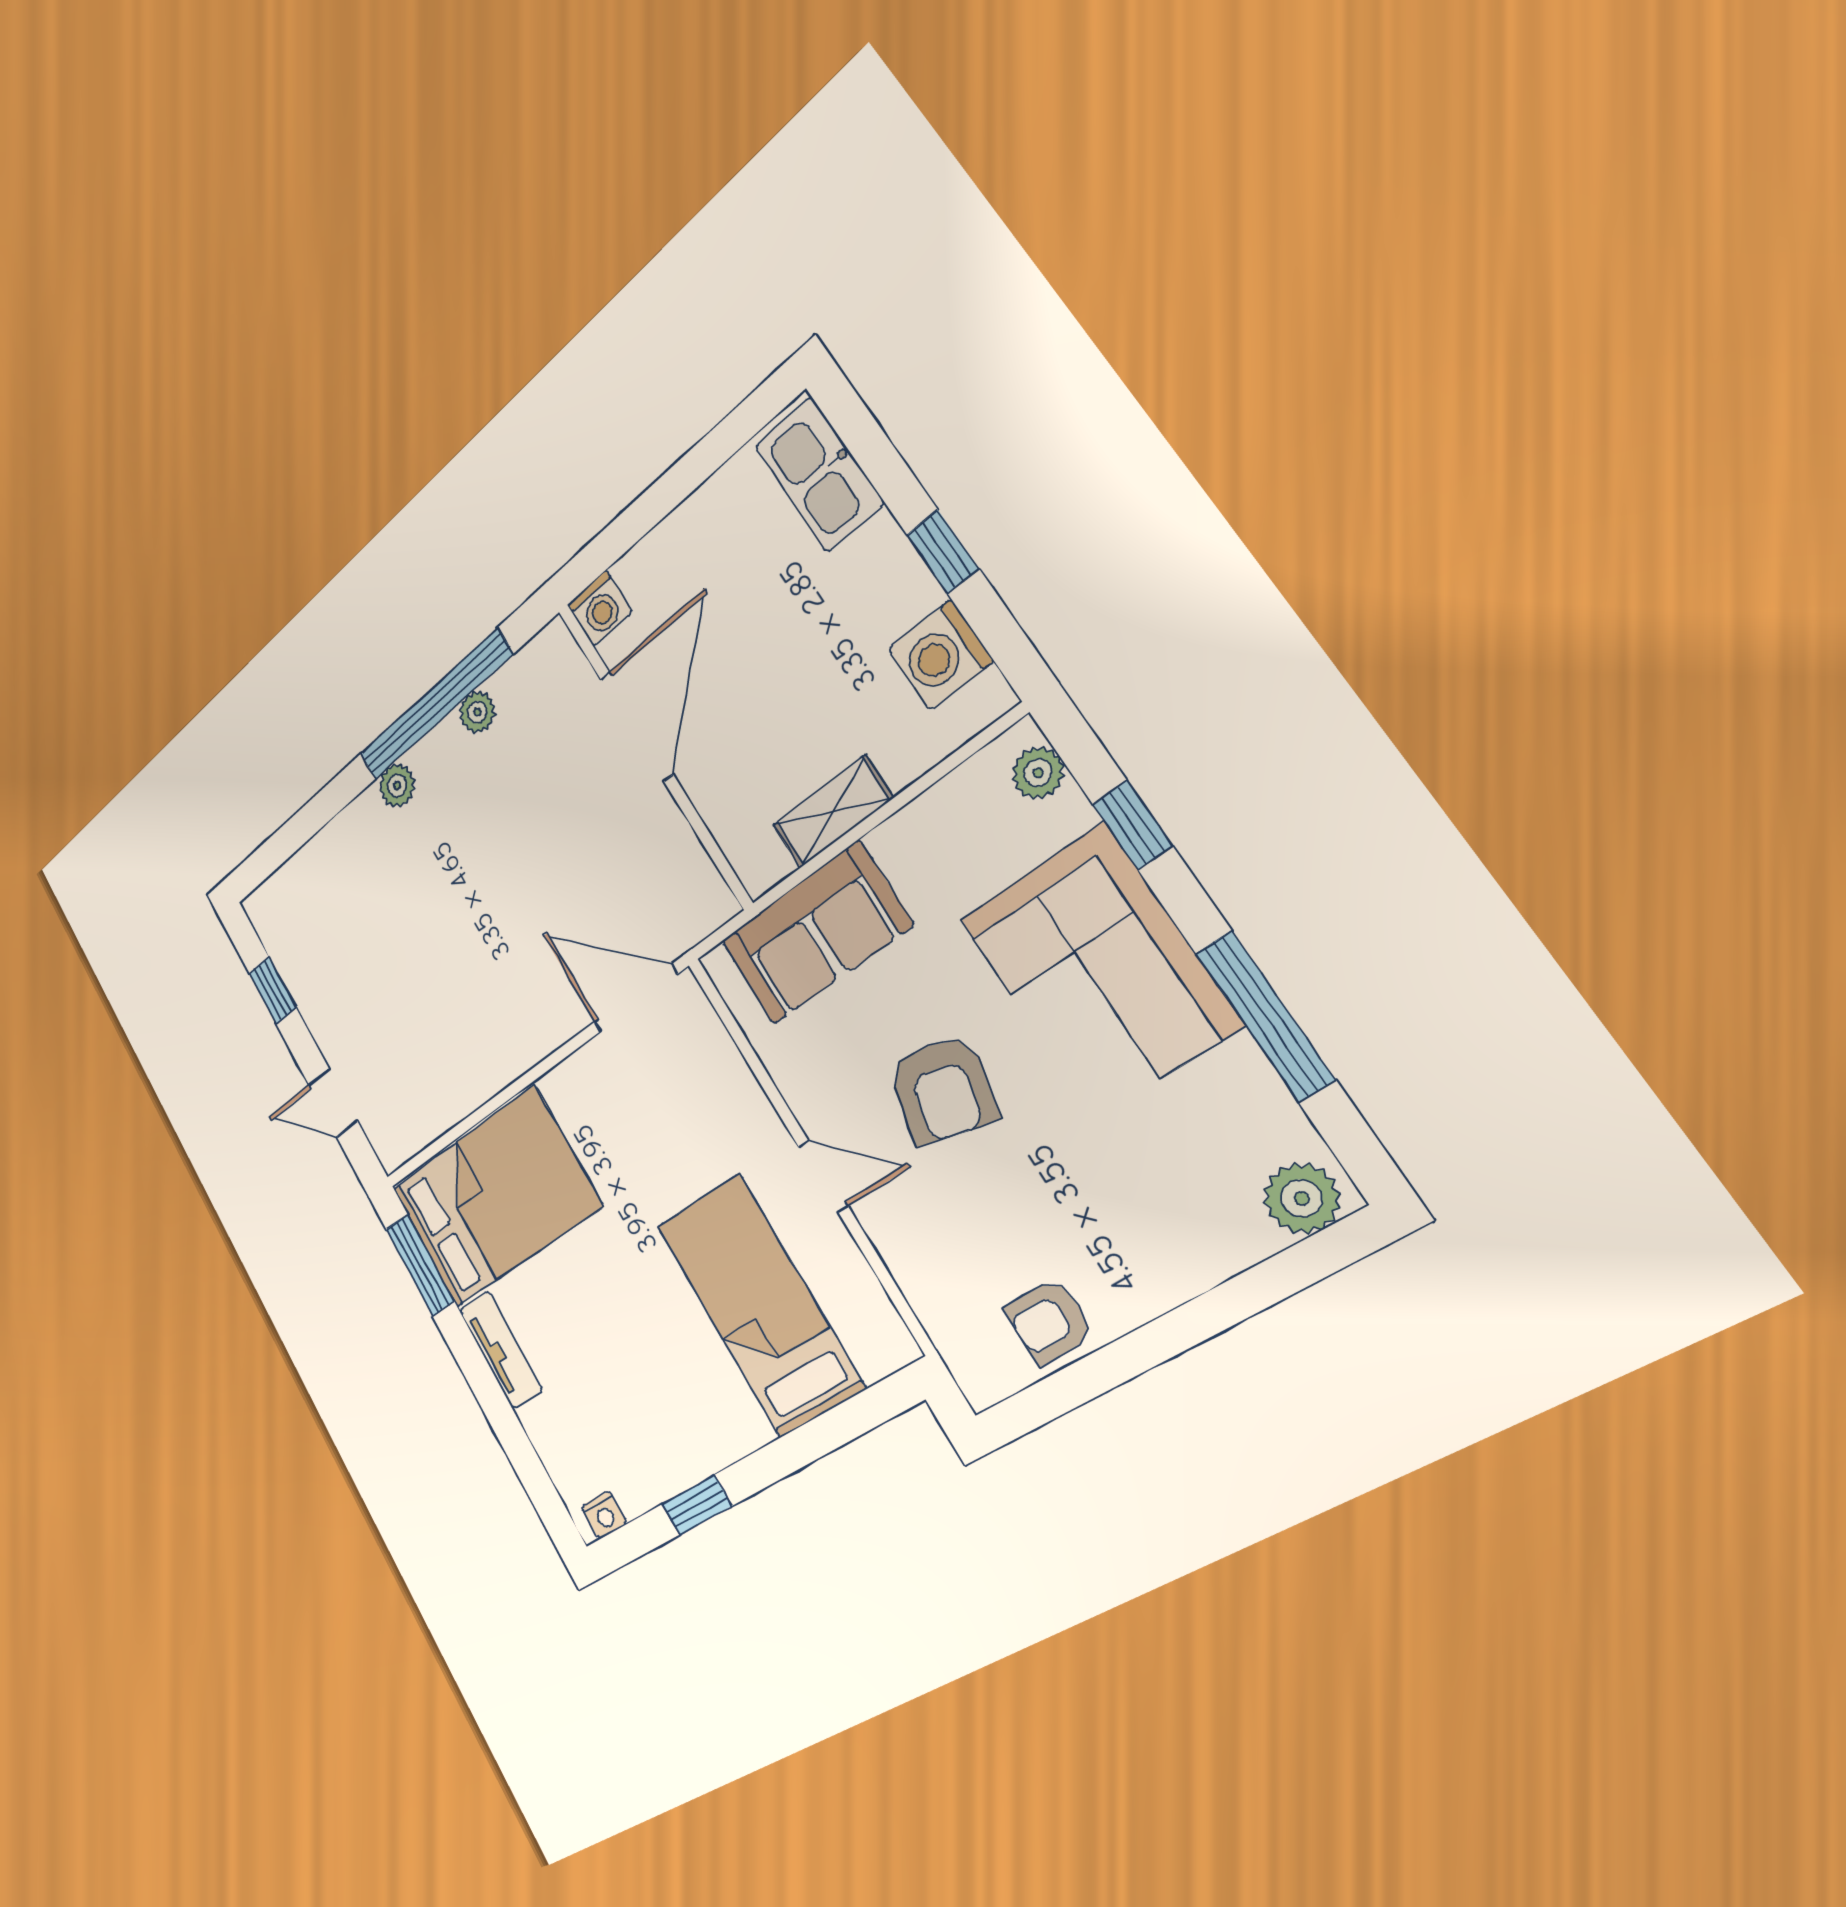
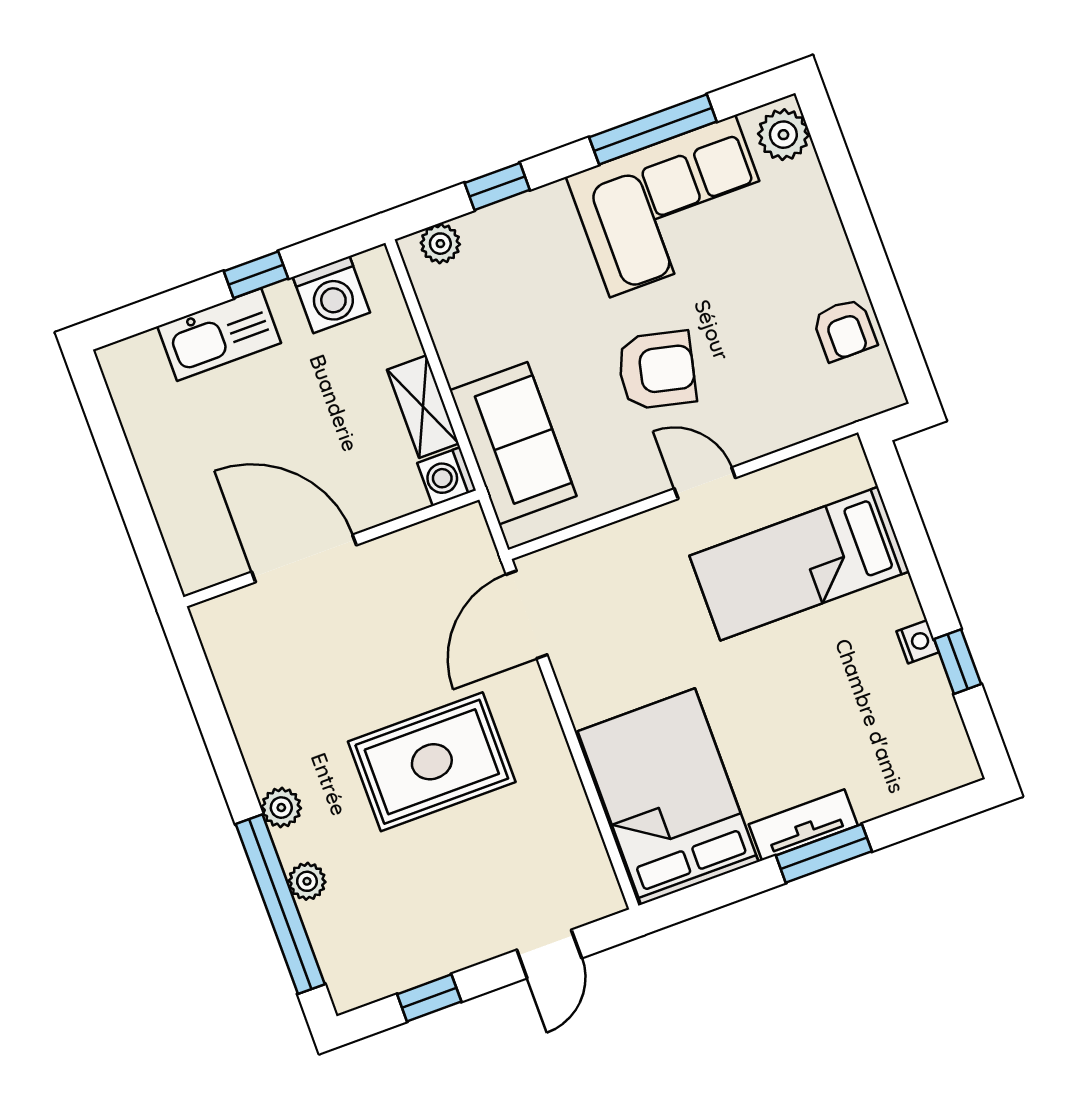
kitchen sink: (819, 474) -> (219, 335), moved
washing machine: (600, 608) -> (447, 477), moved, turned 180
window: (435, 705) -> (280, 904), moved
plant: (477, 712) -> (307, 881), moved
rug: (472, 933) -> (432, 762), added
corner sofa: (1098, 971) -> (672, 206), moved
door: (823, 1176) -> (705, 483), hinge flipped
window: (420, 1265) -> (824, 853), moved
nightstand: (604, 1515) -> (918, 642), moved

